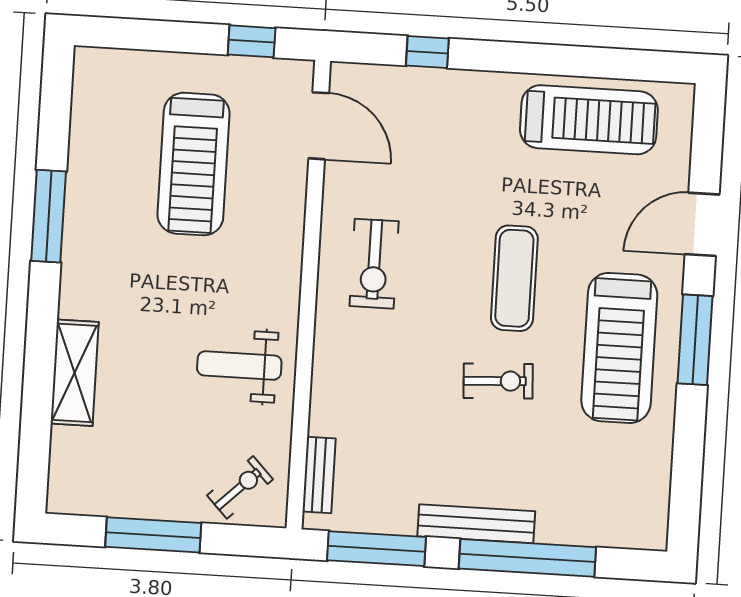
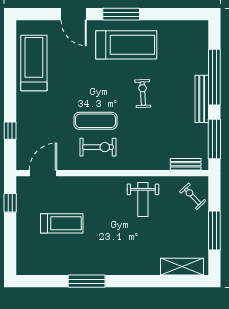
treadmill: (194, 164) -> (62, 223), width x0.73, depth x0.73
exercise mat: (514, 278) -> (95, 121), moved
shelving: (75, 373) -> (182, 267), moved

